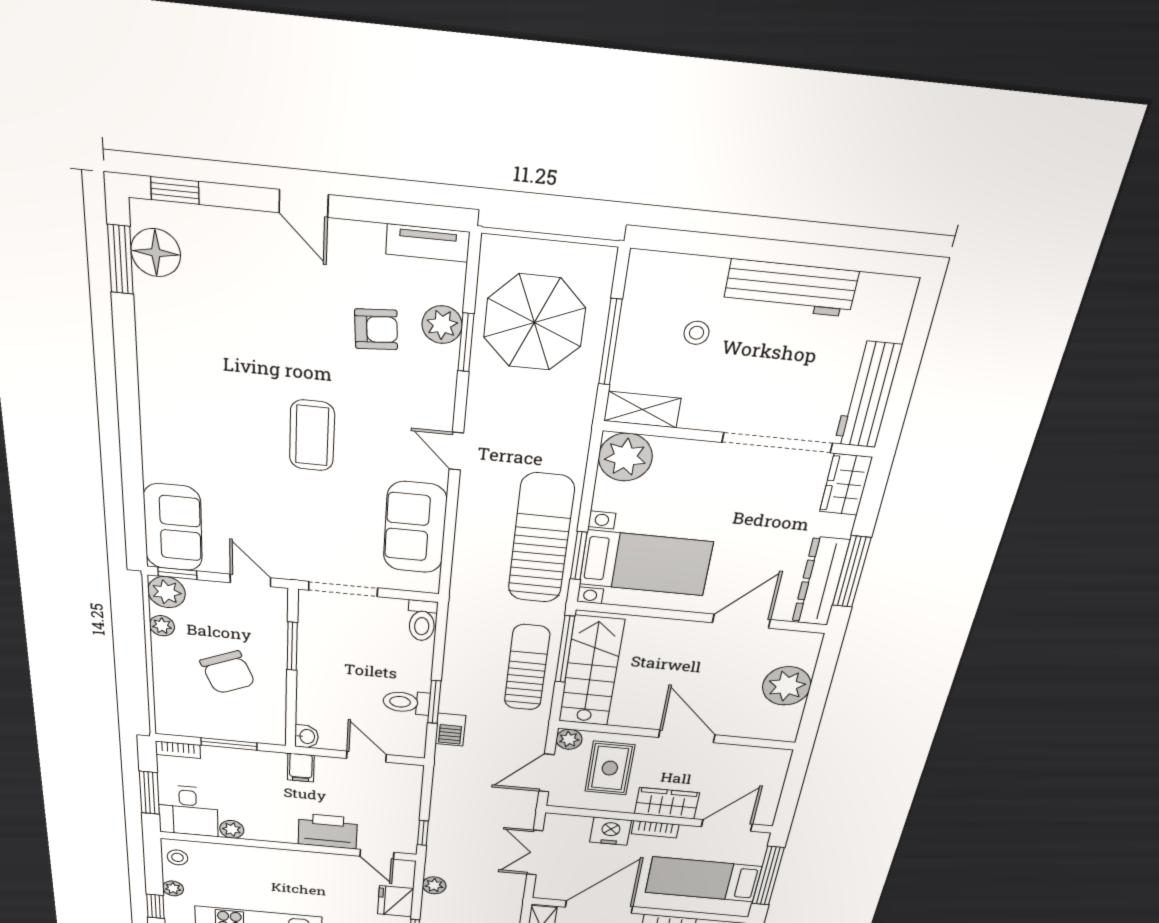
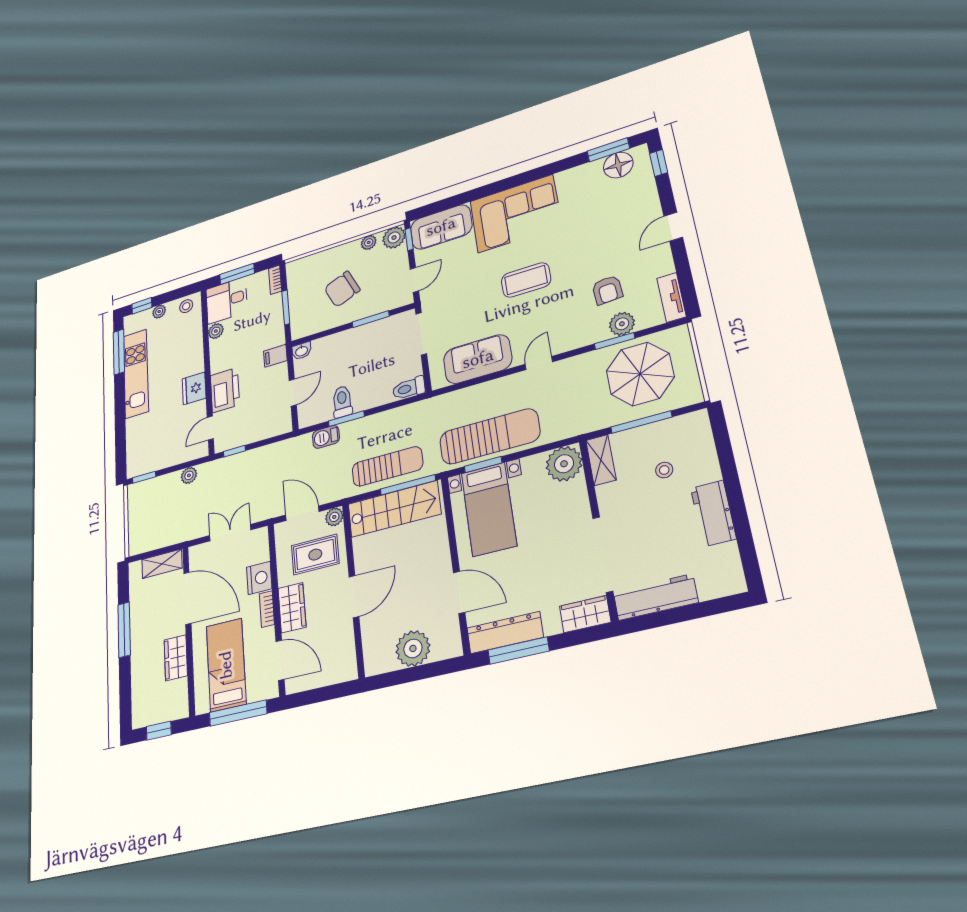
workbench: (791, 288) -> (713, 513), width x0.73
corner sofa: (189, 423) -> (515, 214), added
fridge: (396, 901) -> (194, 388), moved, turned -90

